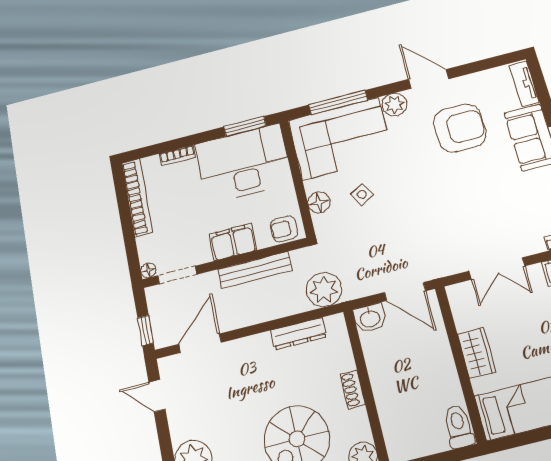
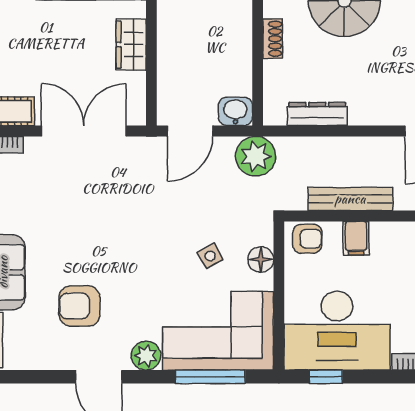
window: (245, 126) -> (326, 377), width x0.67
armchair: (460, 128) -> (79, 306), width x0.73, depth x0.73
filing cabinet: (233, 242) -> (356, 238), width x0.50
double door: (497, 268) -> (84, 131), width x1.37
plant: (324, 290) -> (256, 156), moved
door: (405, 292) -> (190, 131), swing flipped

